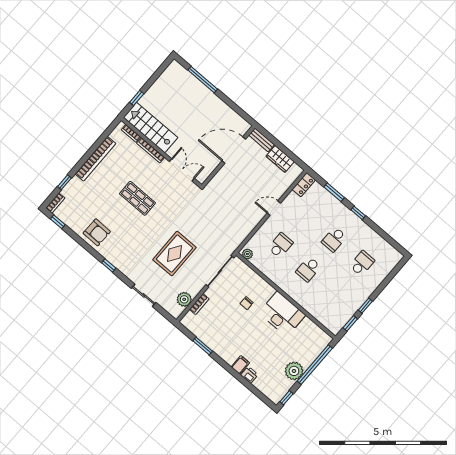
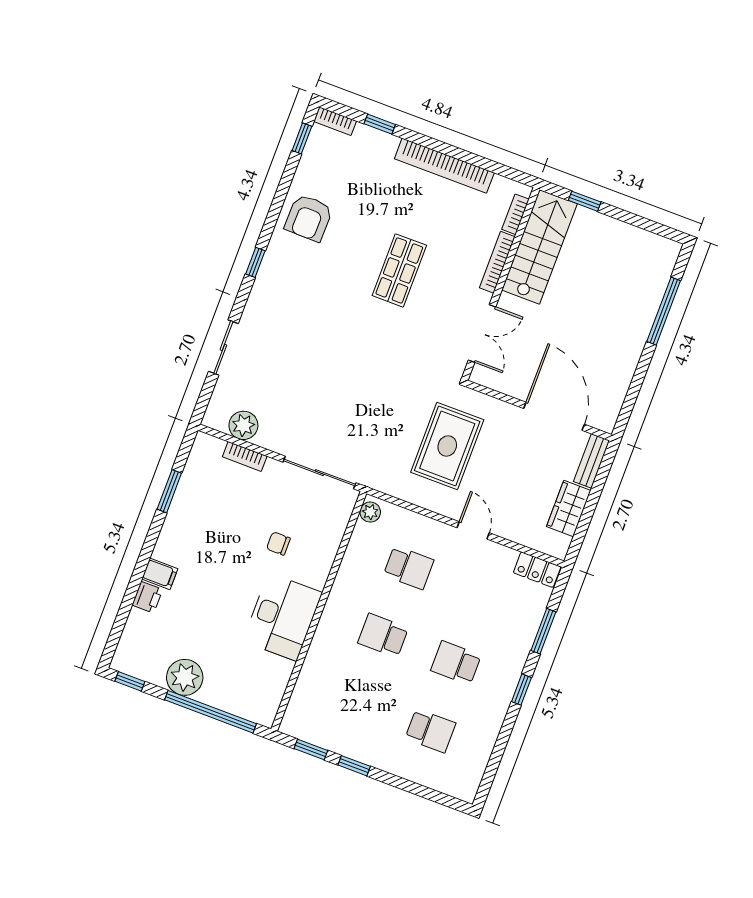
rug: (175, 254) -> (447, 446), moved, turned 90

